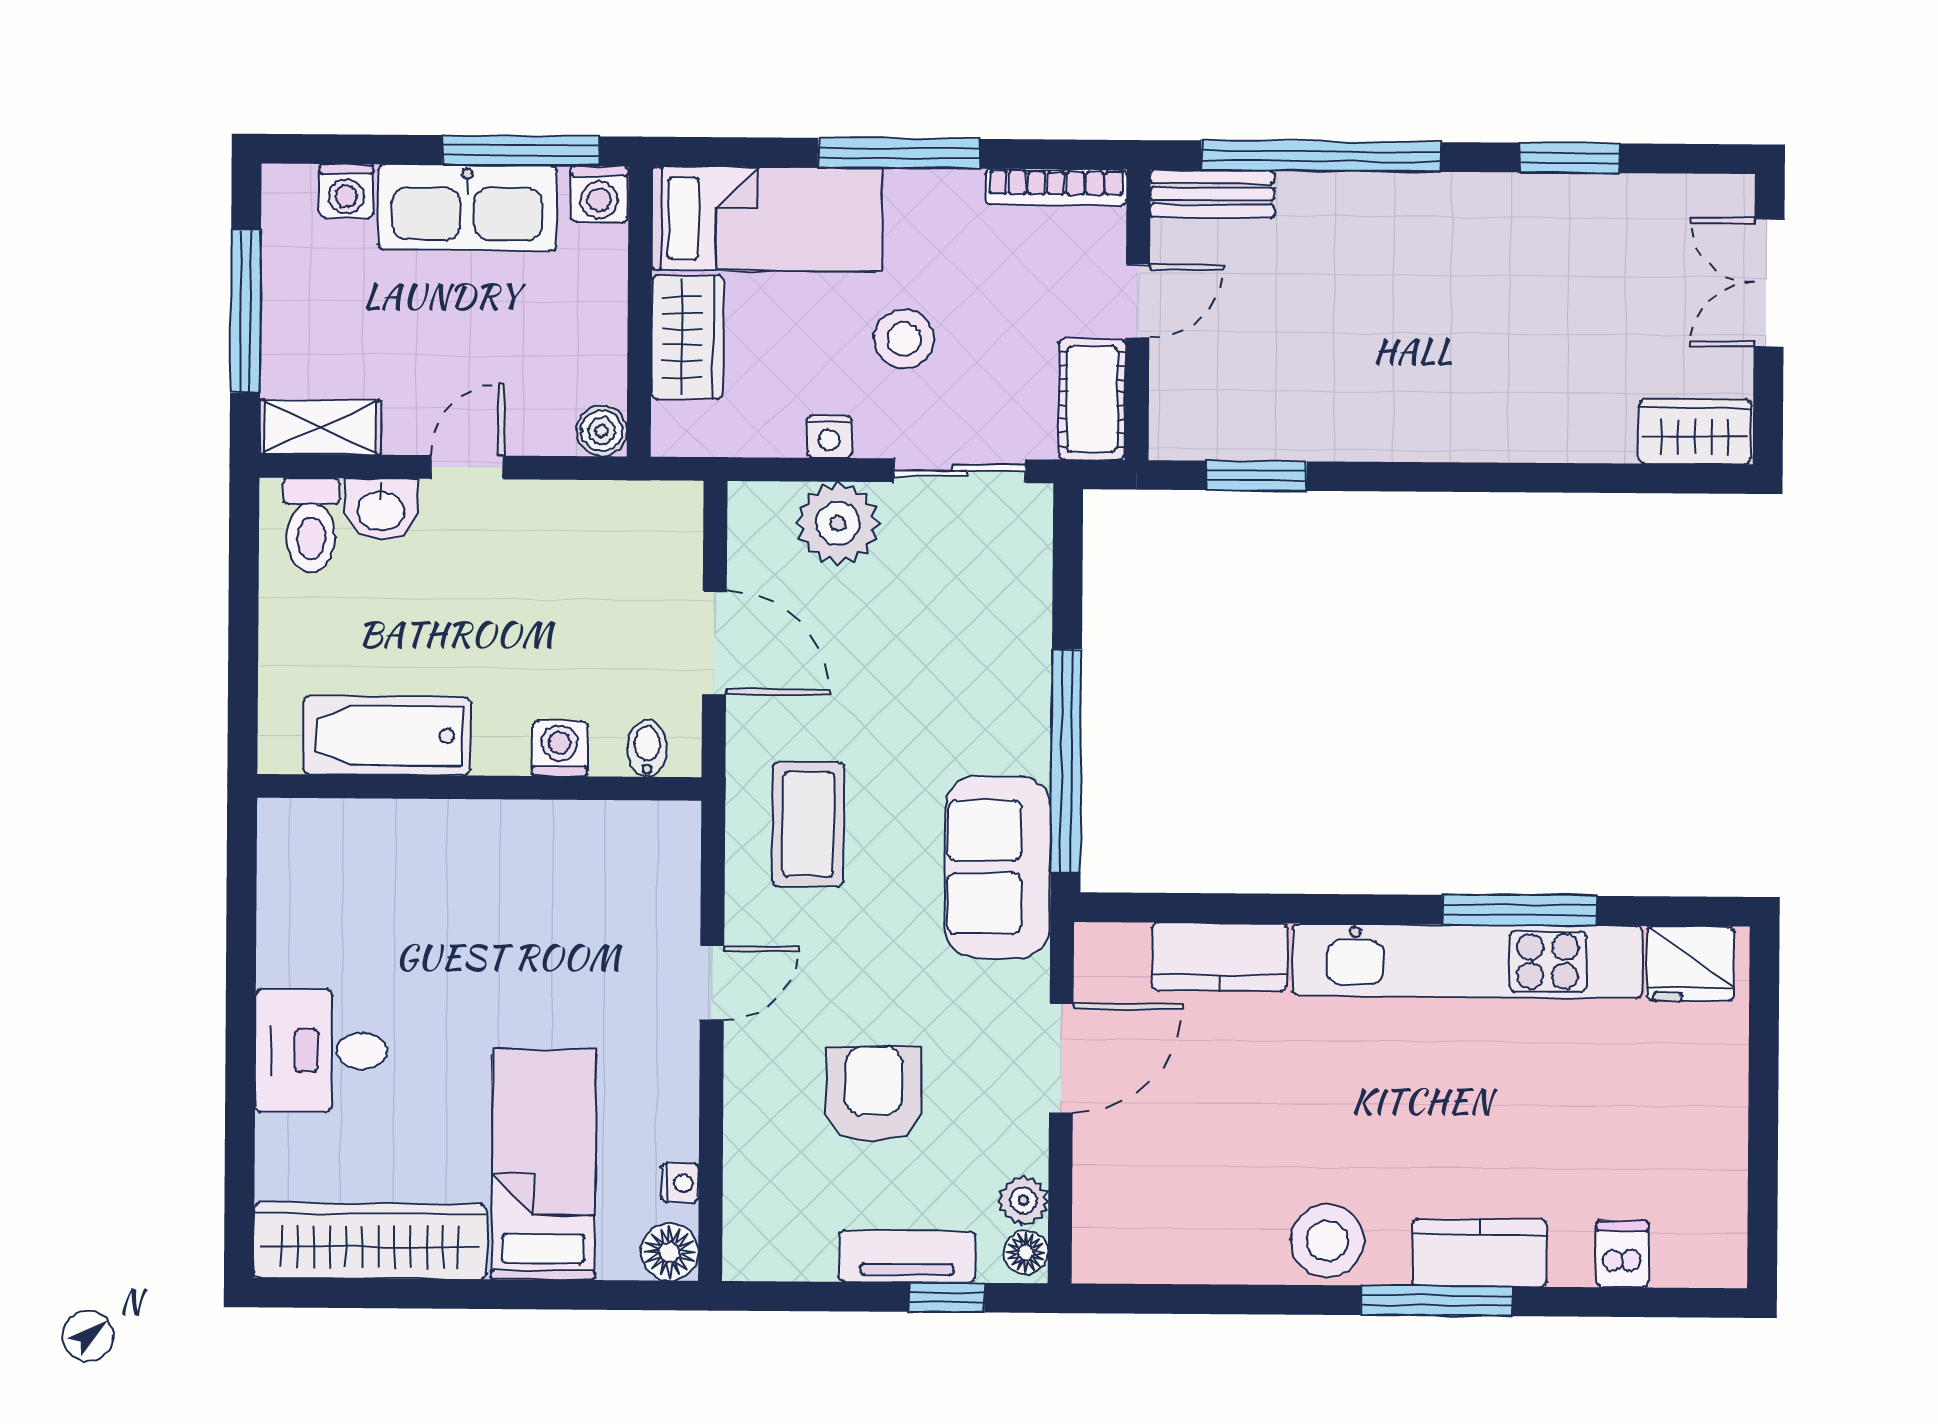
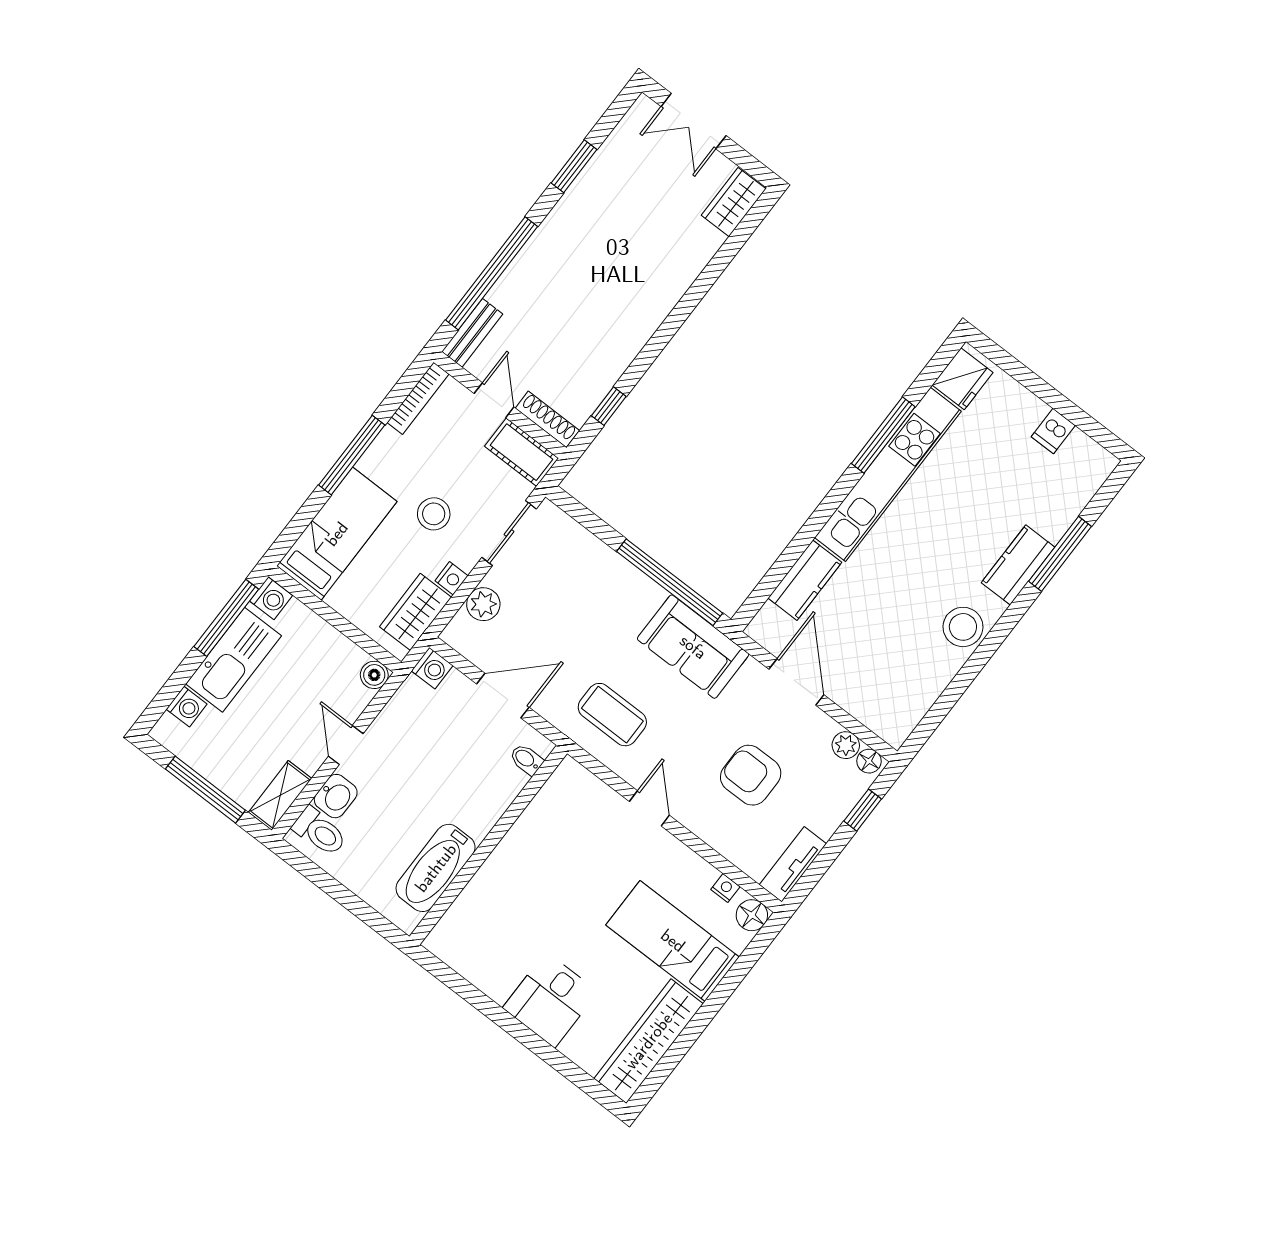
wardrobe: (687, 337) -> (415, 612), moved, turned -90
shoe rack: (1169, 400) -> (547, 419), added
window: (1257, 476) -> (609, 406), width x0.67
plant: (838, 523) -> (483, 604), width x0.73, depth x0.73
washing machine: (560, 748) -> (432, 668), moved, turned 180
dishwasher: (1622, 1254) -> (1053, 431), moved, turned -90
tv unit: (907, 1256) -> (793, 864), moved
window: (1437, 1301) -> (1060, 554), moved

